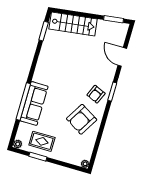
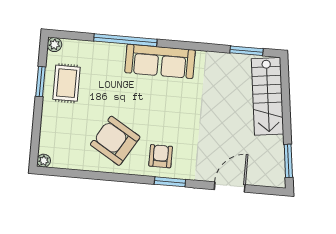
armchair: (96, 94) -> (161, 156), turned 67
sofa: (34, 103) -> (160, 61), moved

